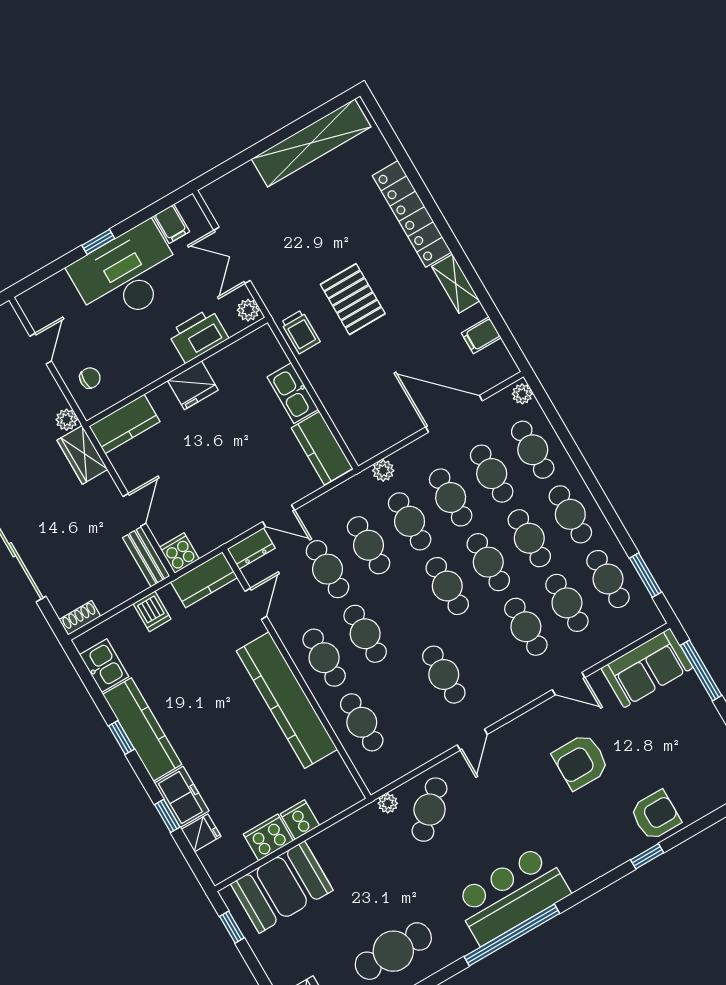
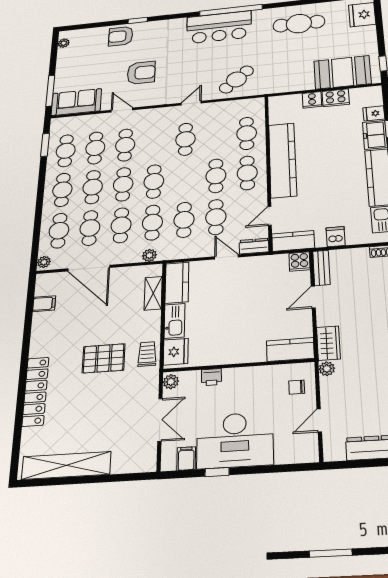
window: (98, 242) -> (217, 472), moved
shelving: (456, 284) -> (153, 293), moved
pallet: (353, 299) -> (104, 358), turned 90
printer: (198, 335) -> (211, 377), width x0.53, depth x0.68
fridge: (193, 385) -> (176, 352), moved, turned 90
plant: (388, 803) -> (257, 90), removed

